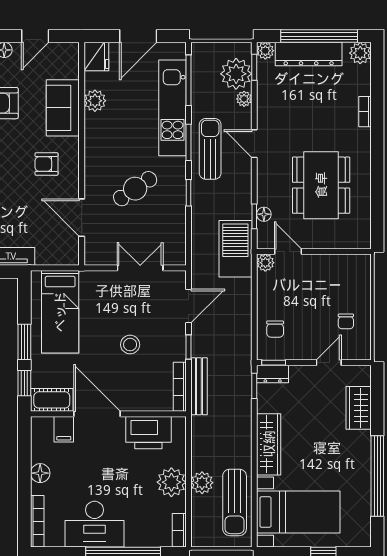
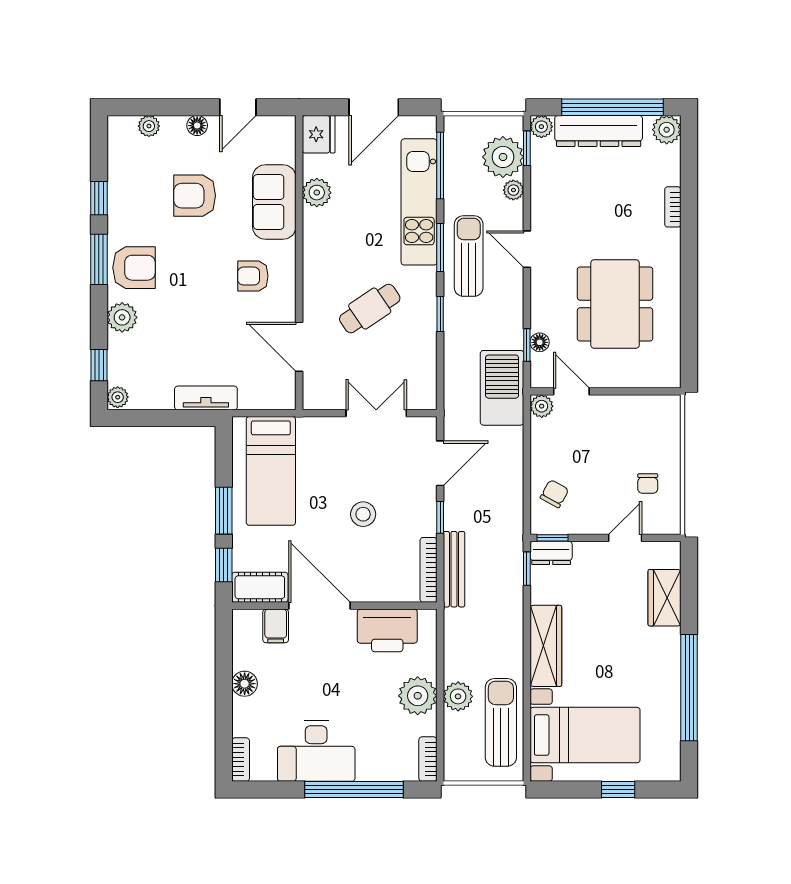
chair: (275, 329) -> (554, 494), turned -151
sun lounger: (235, 502) -> (501, 722), turned 180
bookcase: (37, 521) -> (241, 760), width x0.64

